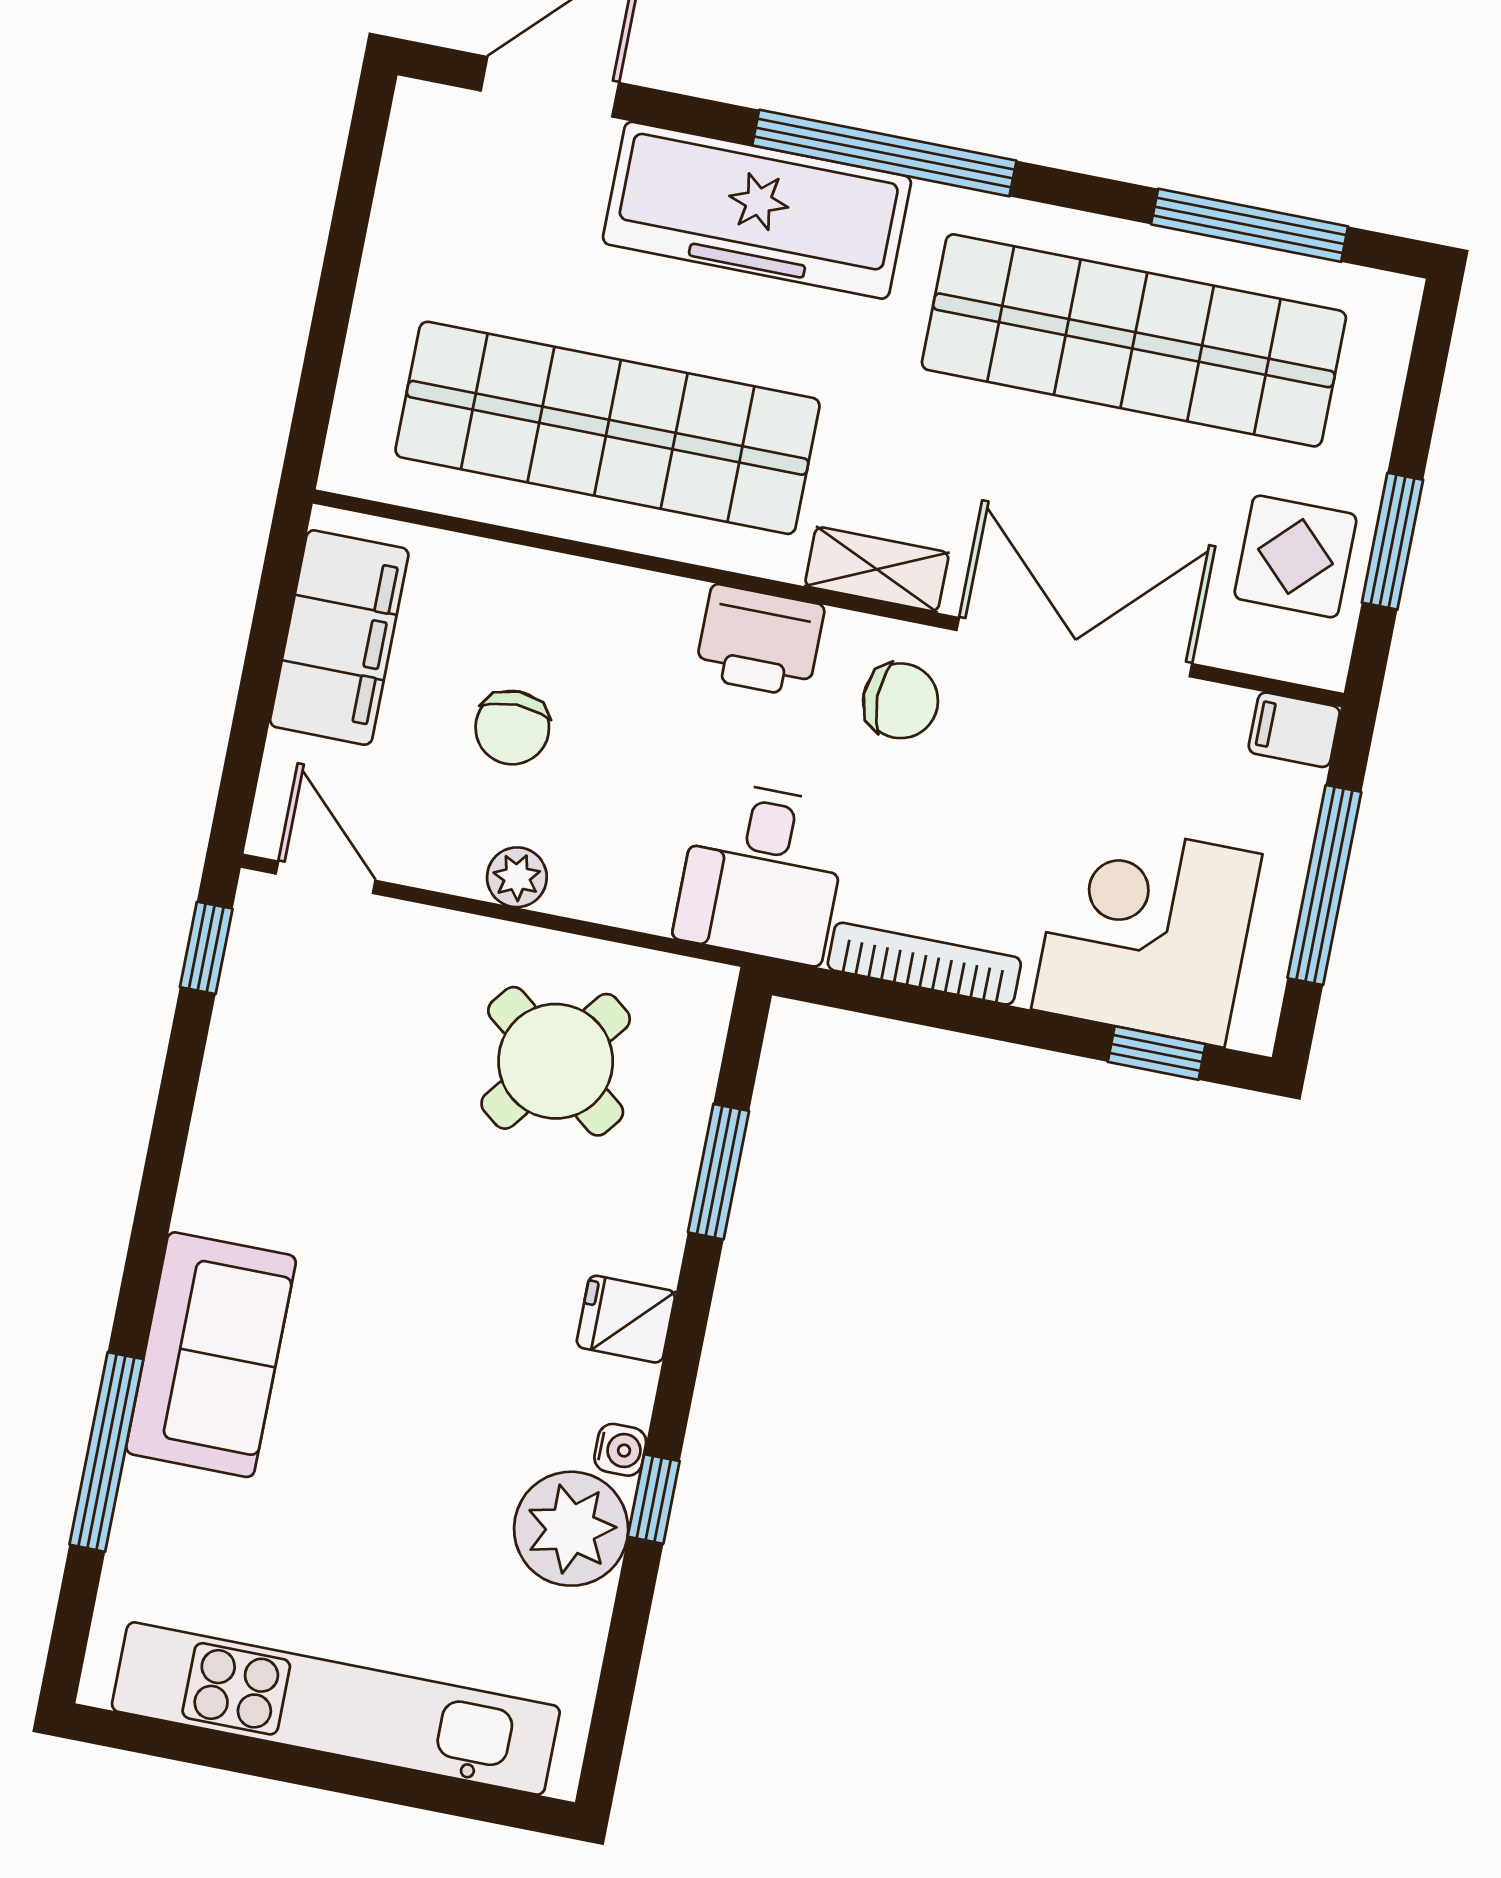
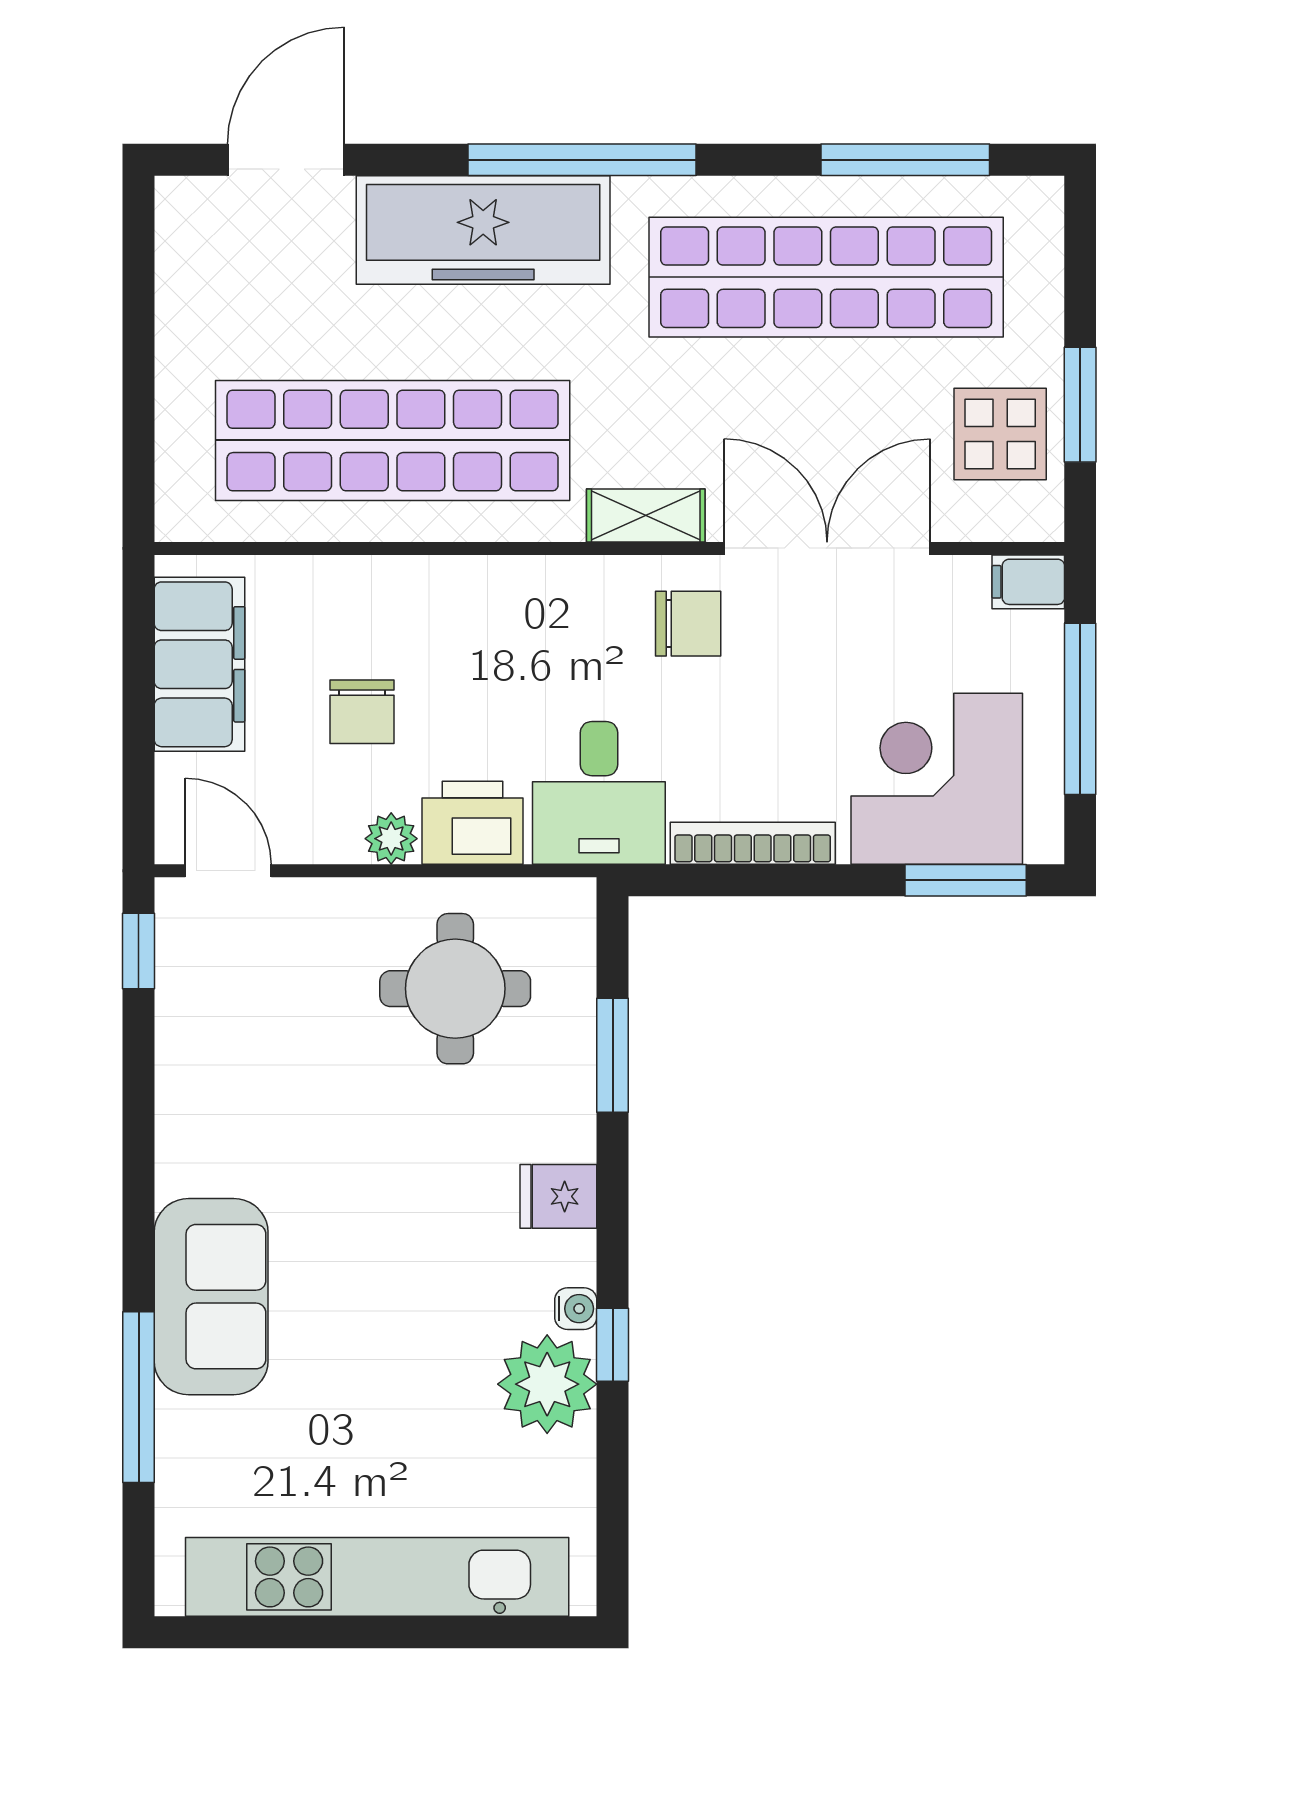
printer: (760, 641) -> (472, 823), moved, turned 180
window: (1157, 1053) -> (966, 880), width x1.50
round table: (556, 1061) -> (455, 989), turned -38

